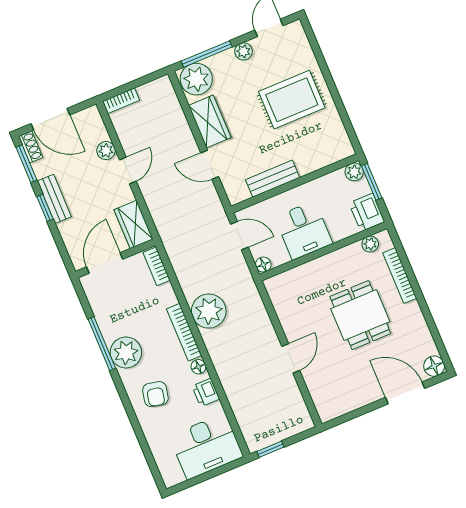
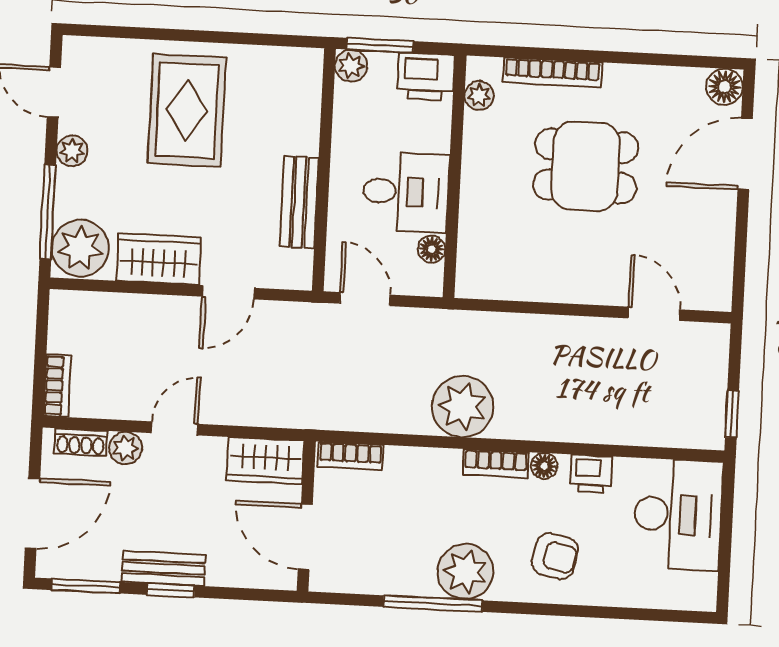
shoe rack: (31, 147) -> (80, 442), moved, turned 180
door: (128, 171) -> (174, 428), hinge flipped
door: (239, 236) -> (365, 299), hinge flipped
floor lamp: (263, 265) -> (432, 249), moved
bookcase: (184, 332) -> (496, 463), width x0.64
door: (291, 358) -> (654, 314), moved

